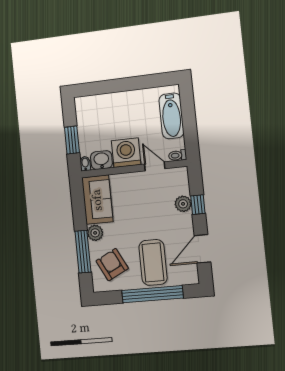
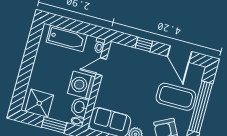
shower: (89, 115) -> (39, 103), added
plant: (183, 204) -> (139, 56), removed

